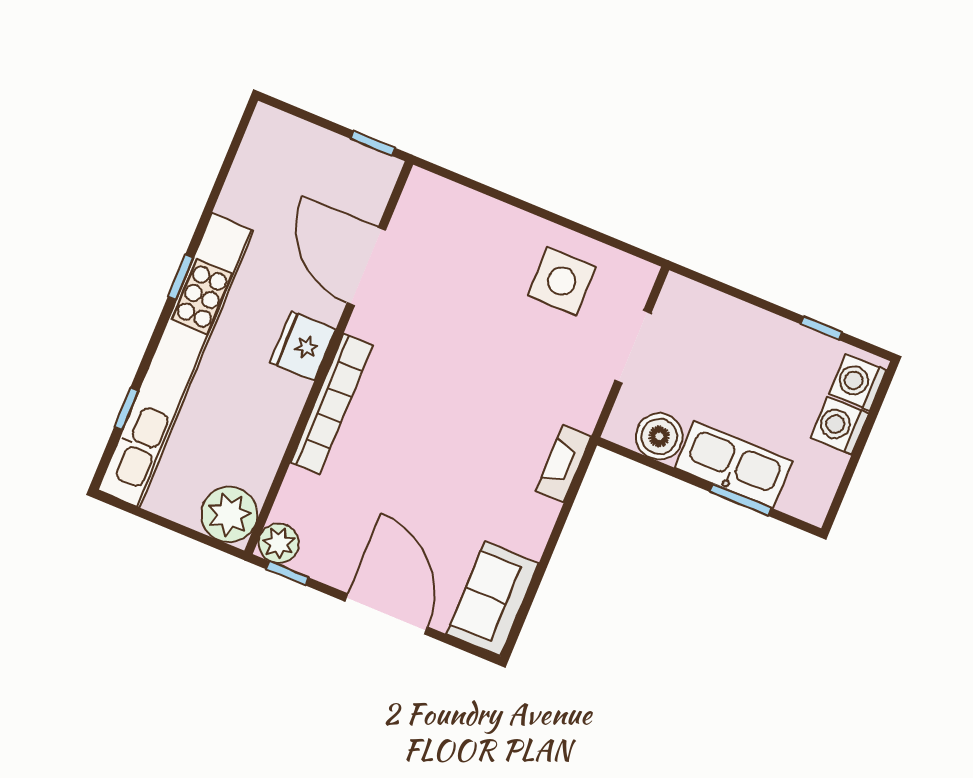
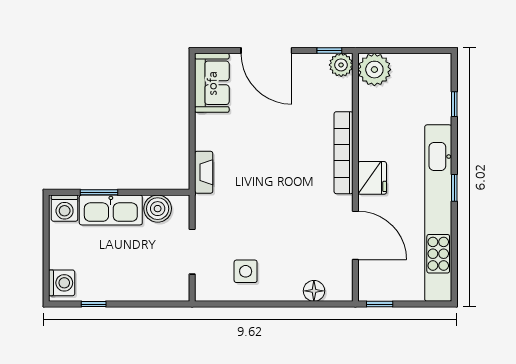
floor lamp: (467, 206) -> (314, 291), added
side table: (562, 281) -> (246, 271), width x0.73, depth x0.73
kitchen unit: (176, 360) -> (438, 213), moved
washing machine: (839, 426) -> (65, 208), moved, turned 90

